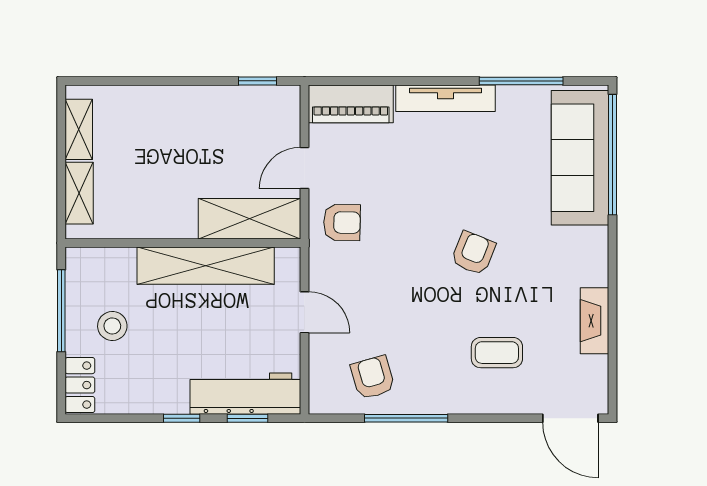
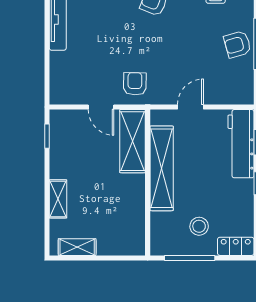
piano: (351, 104) -> (61, 78), removed
shelving: (79, 193) -> (58, 199), moved, turned 90
armchair: (373, 377) -> (237, 44), moved

